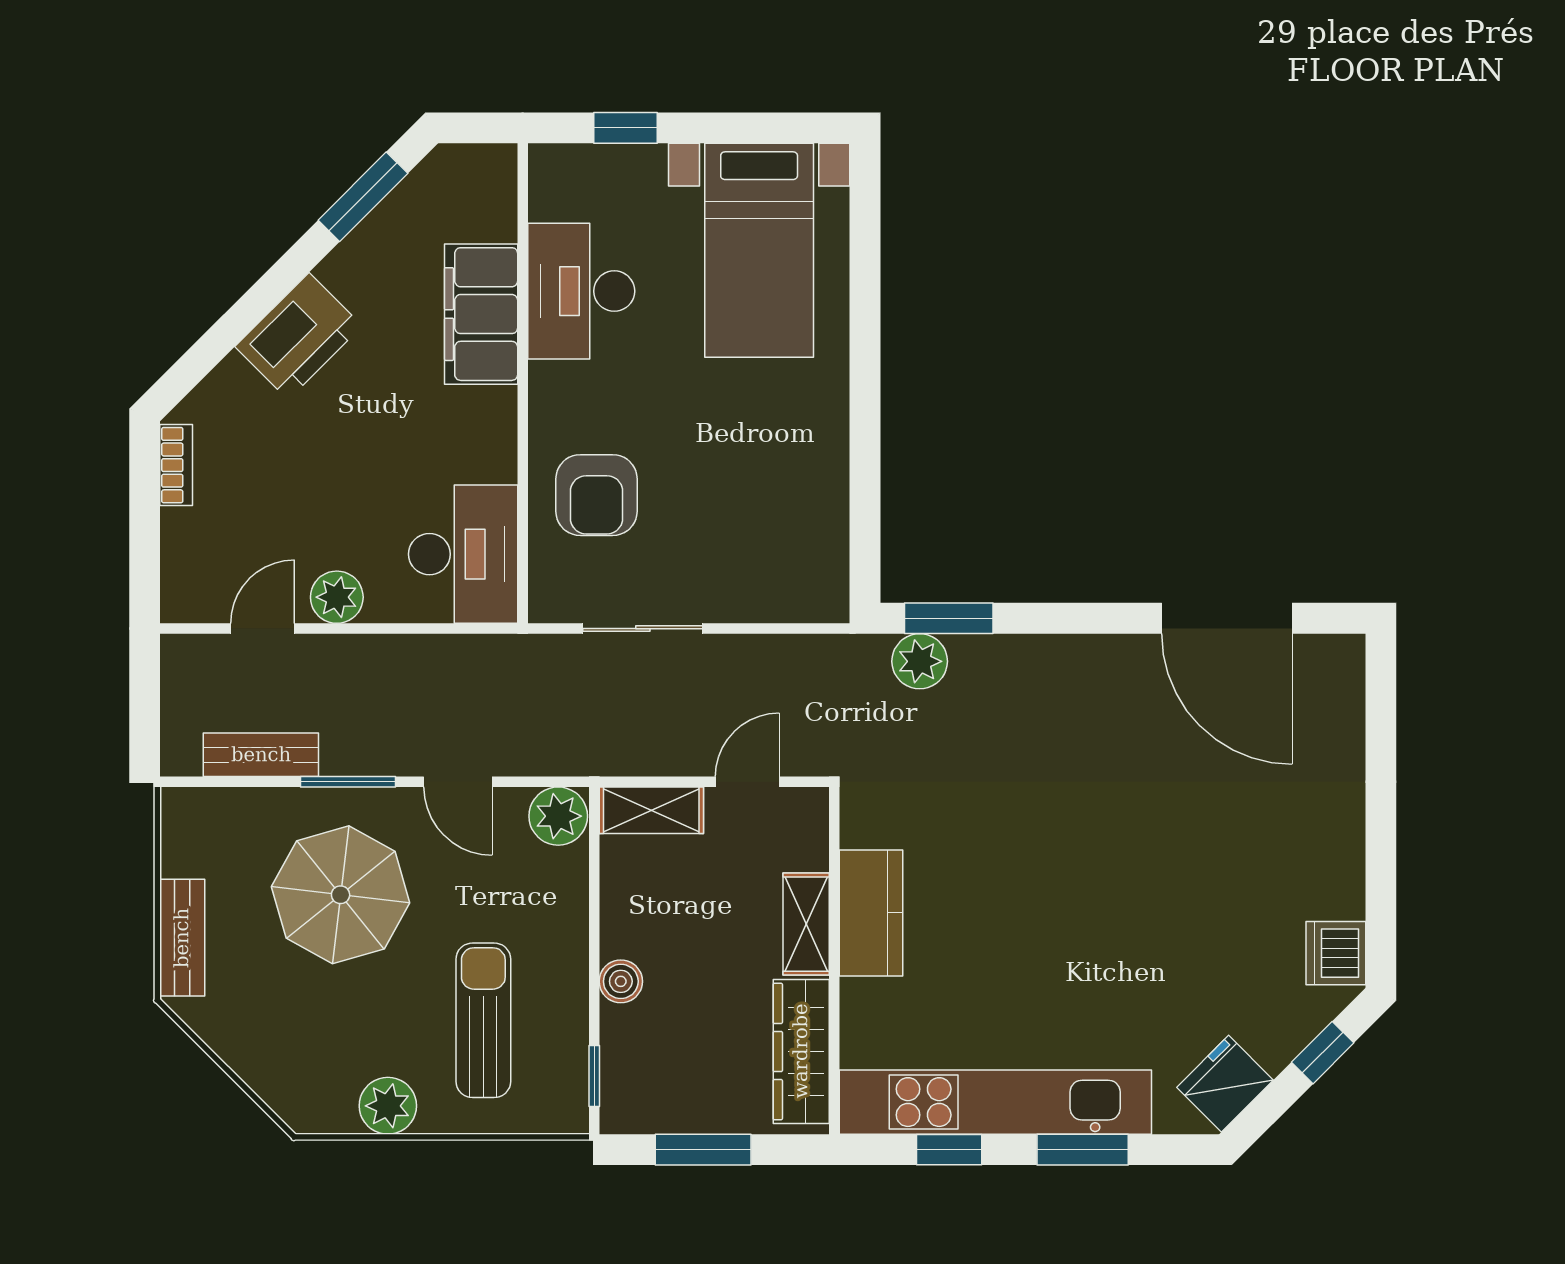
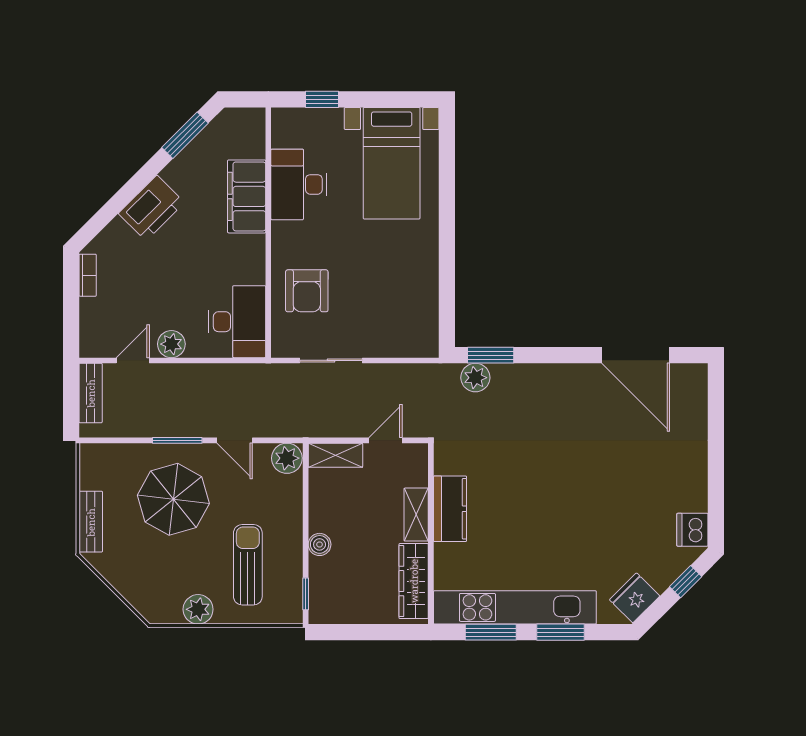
bench: (261, 755) -> (91, 393), moved, turned 90
window: (703, 1150) -> (362, 632), removed
window: (949, 1150) -> (491, 632), width x1.50

